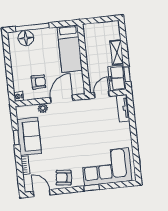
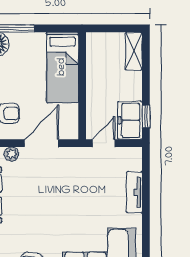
shelving: (117, 52) -> (134, 51), moved
tv unit: (123, 108) -> (134, 192), moved

